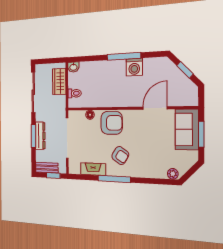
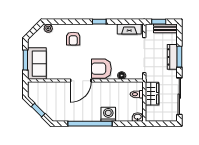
window: (124, 56) -> (90, 124), width x1.46
washing machine: (134, 67) -> (108, 114), moved
wardrobe: (59, 81) -> (152, 94), moved
door: (155, 108) -> (81, 81), moved
armchair: (120, 155) -> (73, 39), moved, turned -123
fireplace: (93, 169) -> (129, 29), moved
window: (114, 179) -> (99, 22), width x0.46

